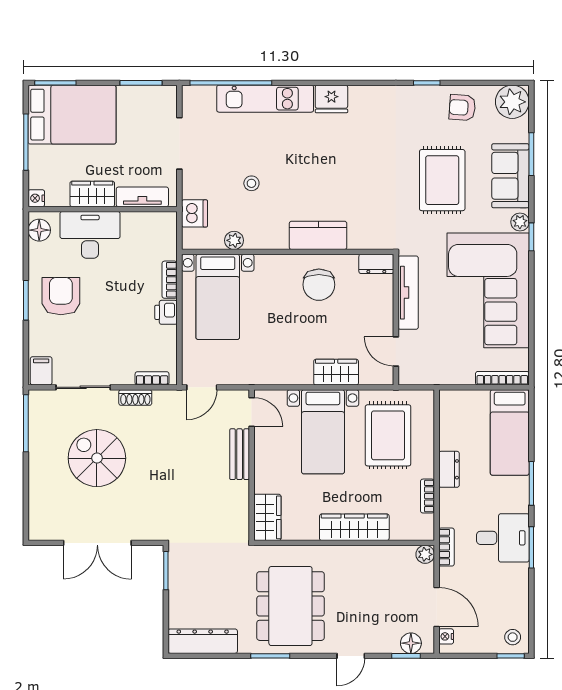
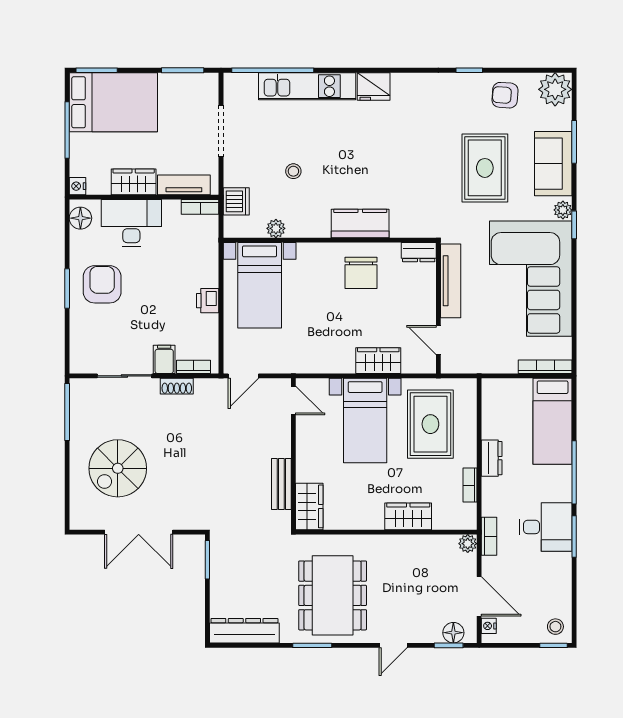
bookcase: (170, 280) -> (200, 207), moved, turned -90
filing cabinet: (41, 371) -> (164, 359), moved
bench: (240, 454) -> (281, 484), moved
spiral stairs: (97, 458) -> (118, 468), moved, turned -90
window: (531, 483) -> (574, 472), width x1.44
wardrobe: (354, 527) -> (408, 516), width x0.67

